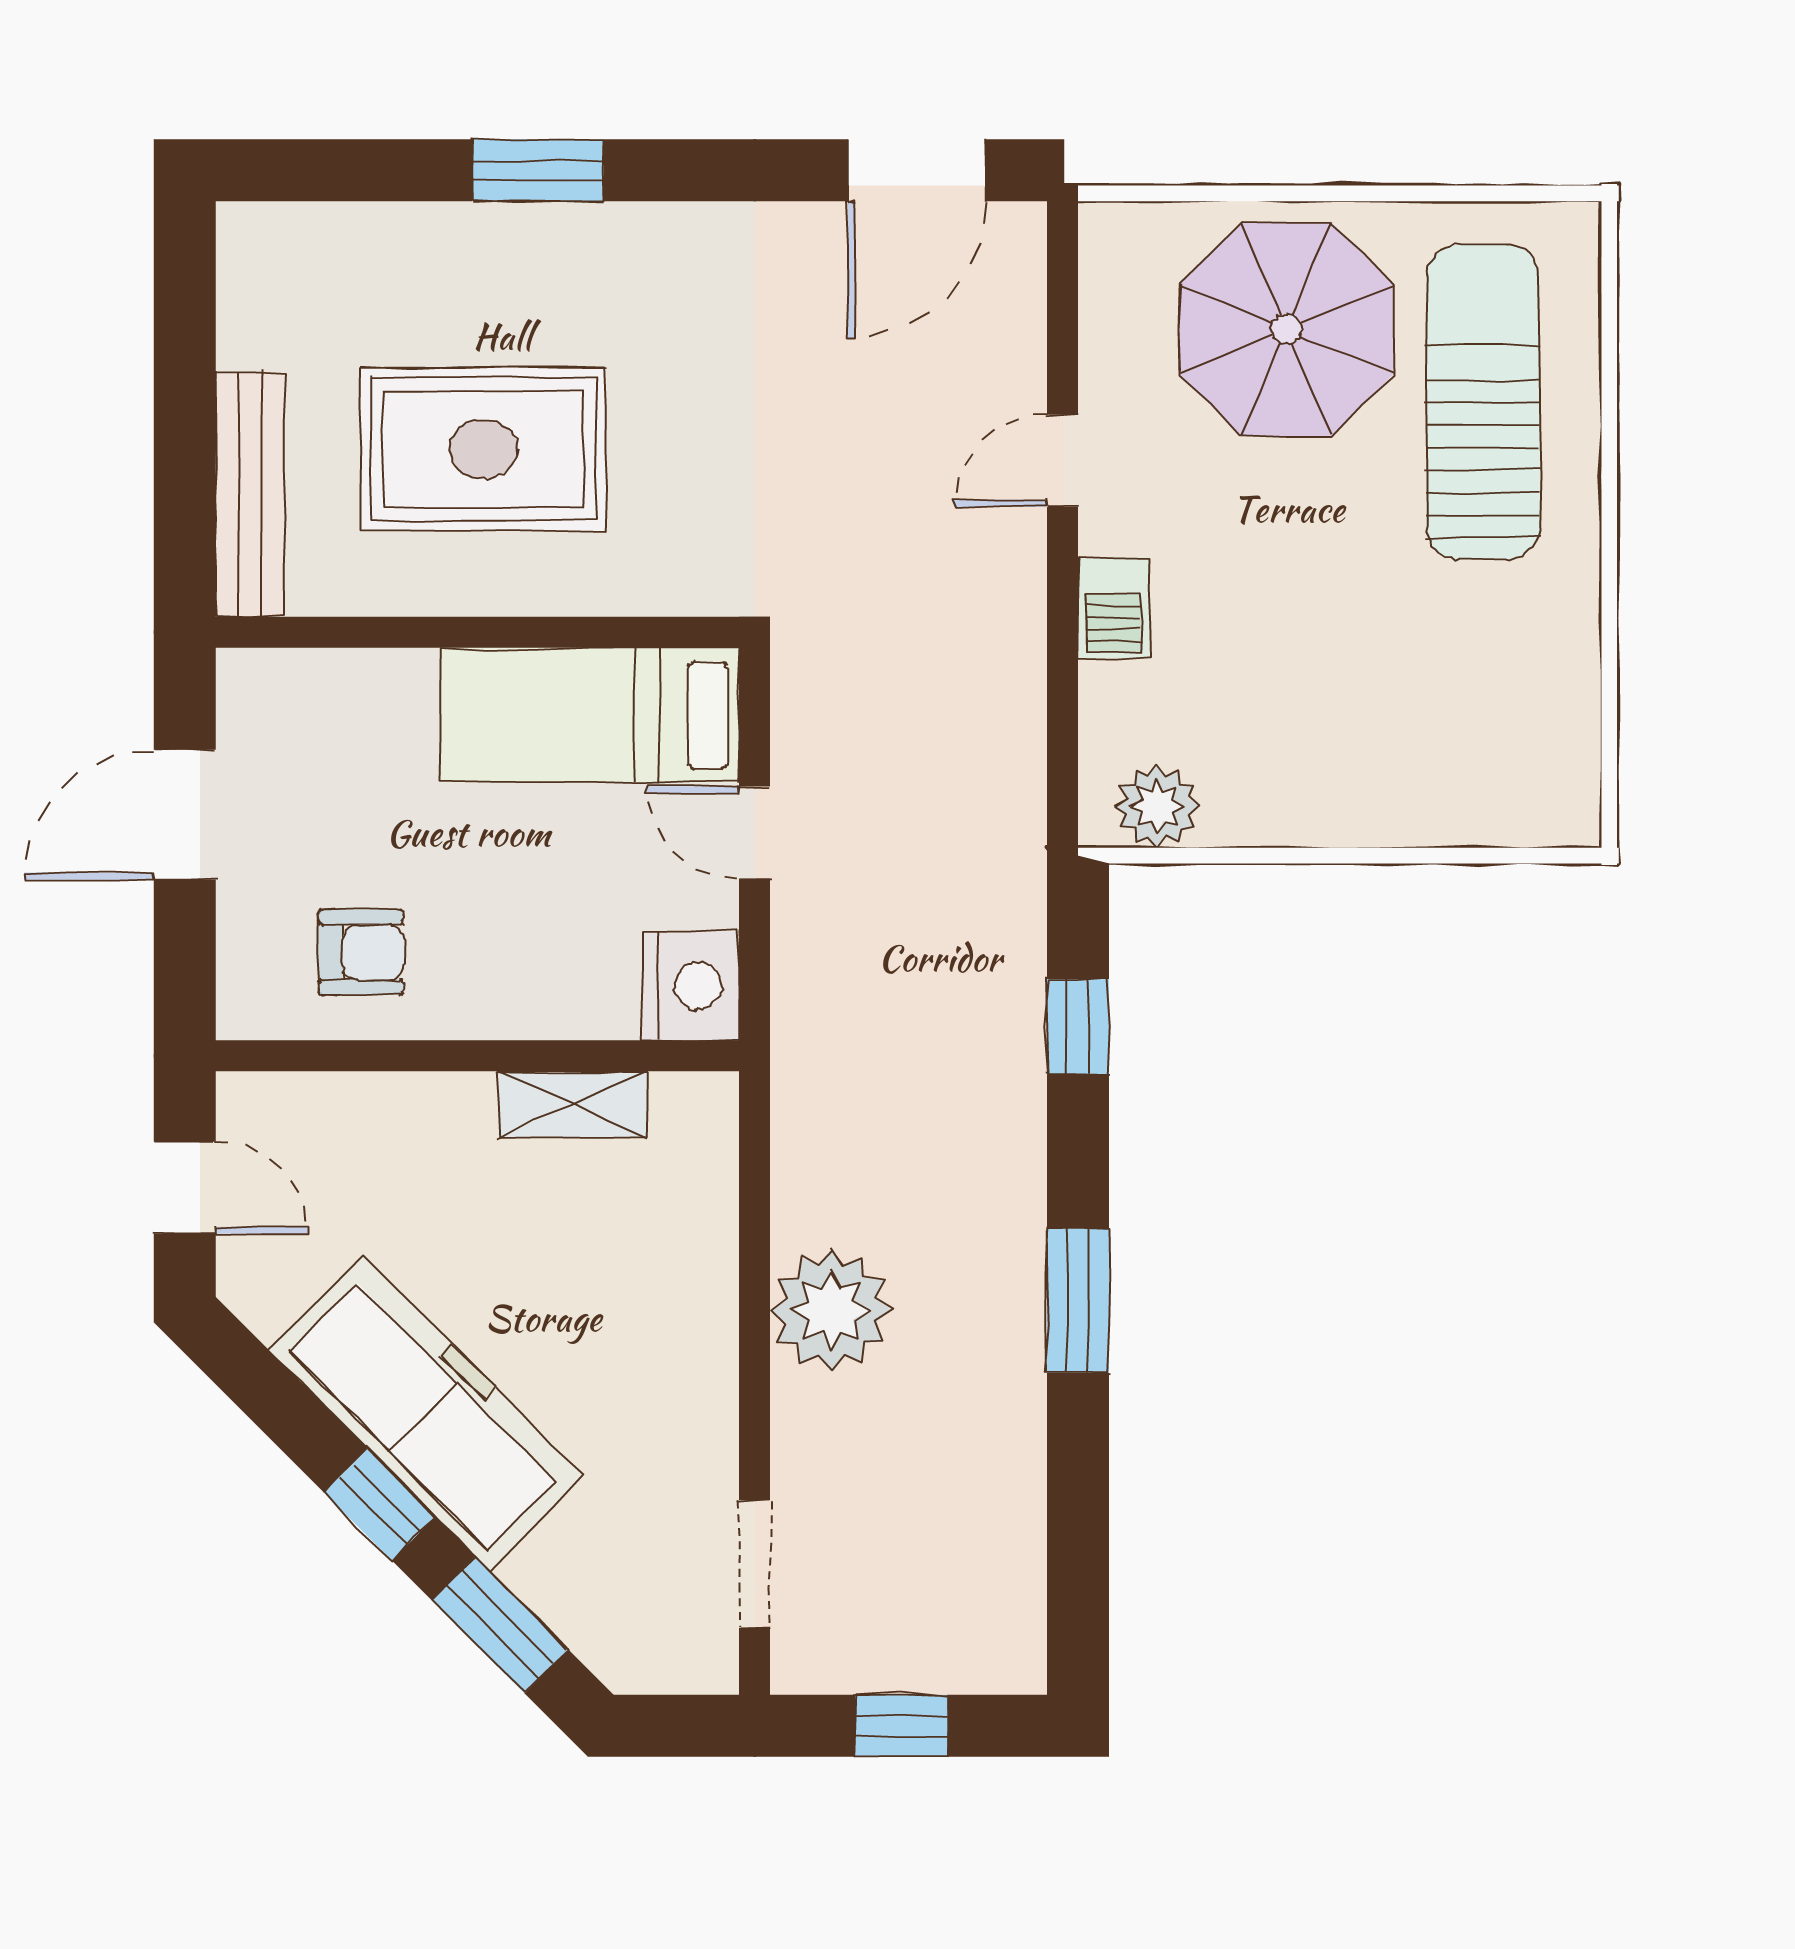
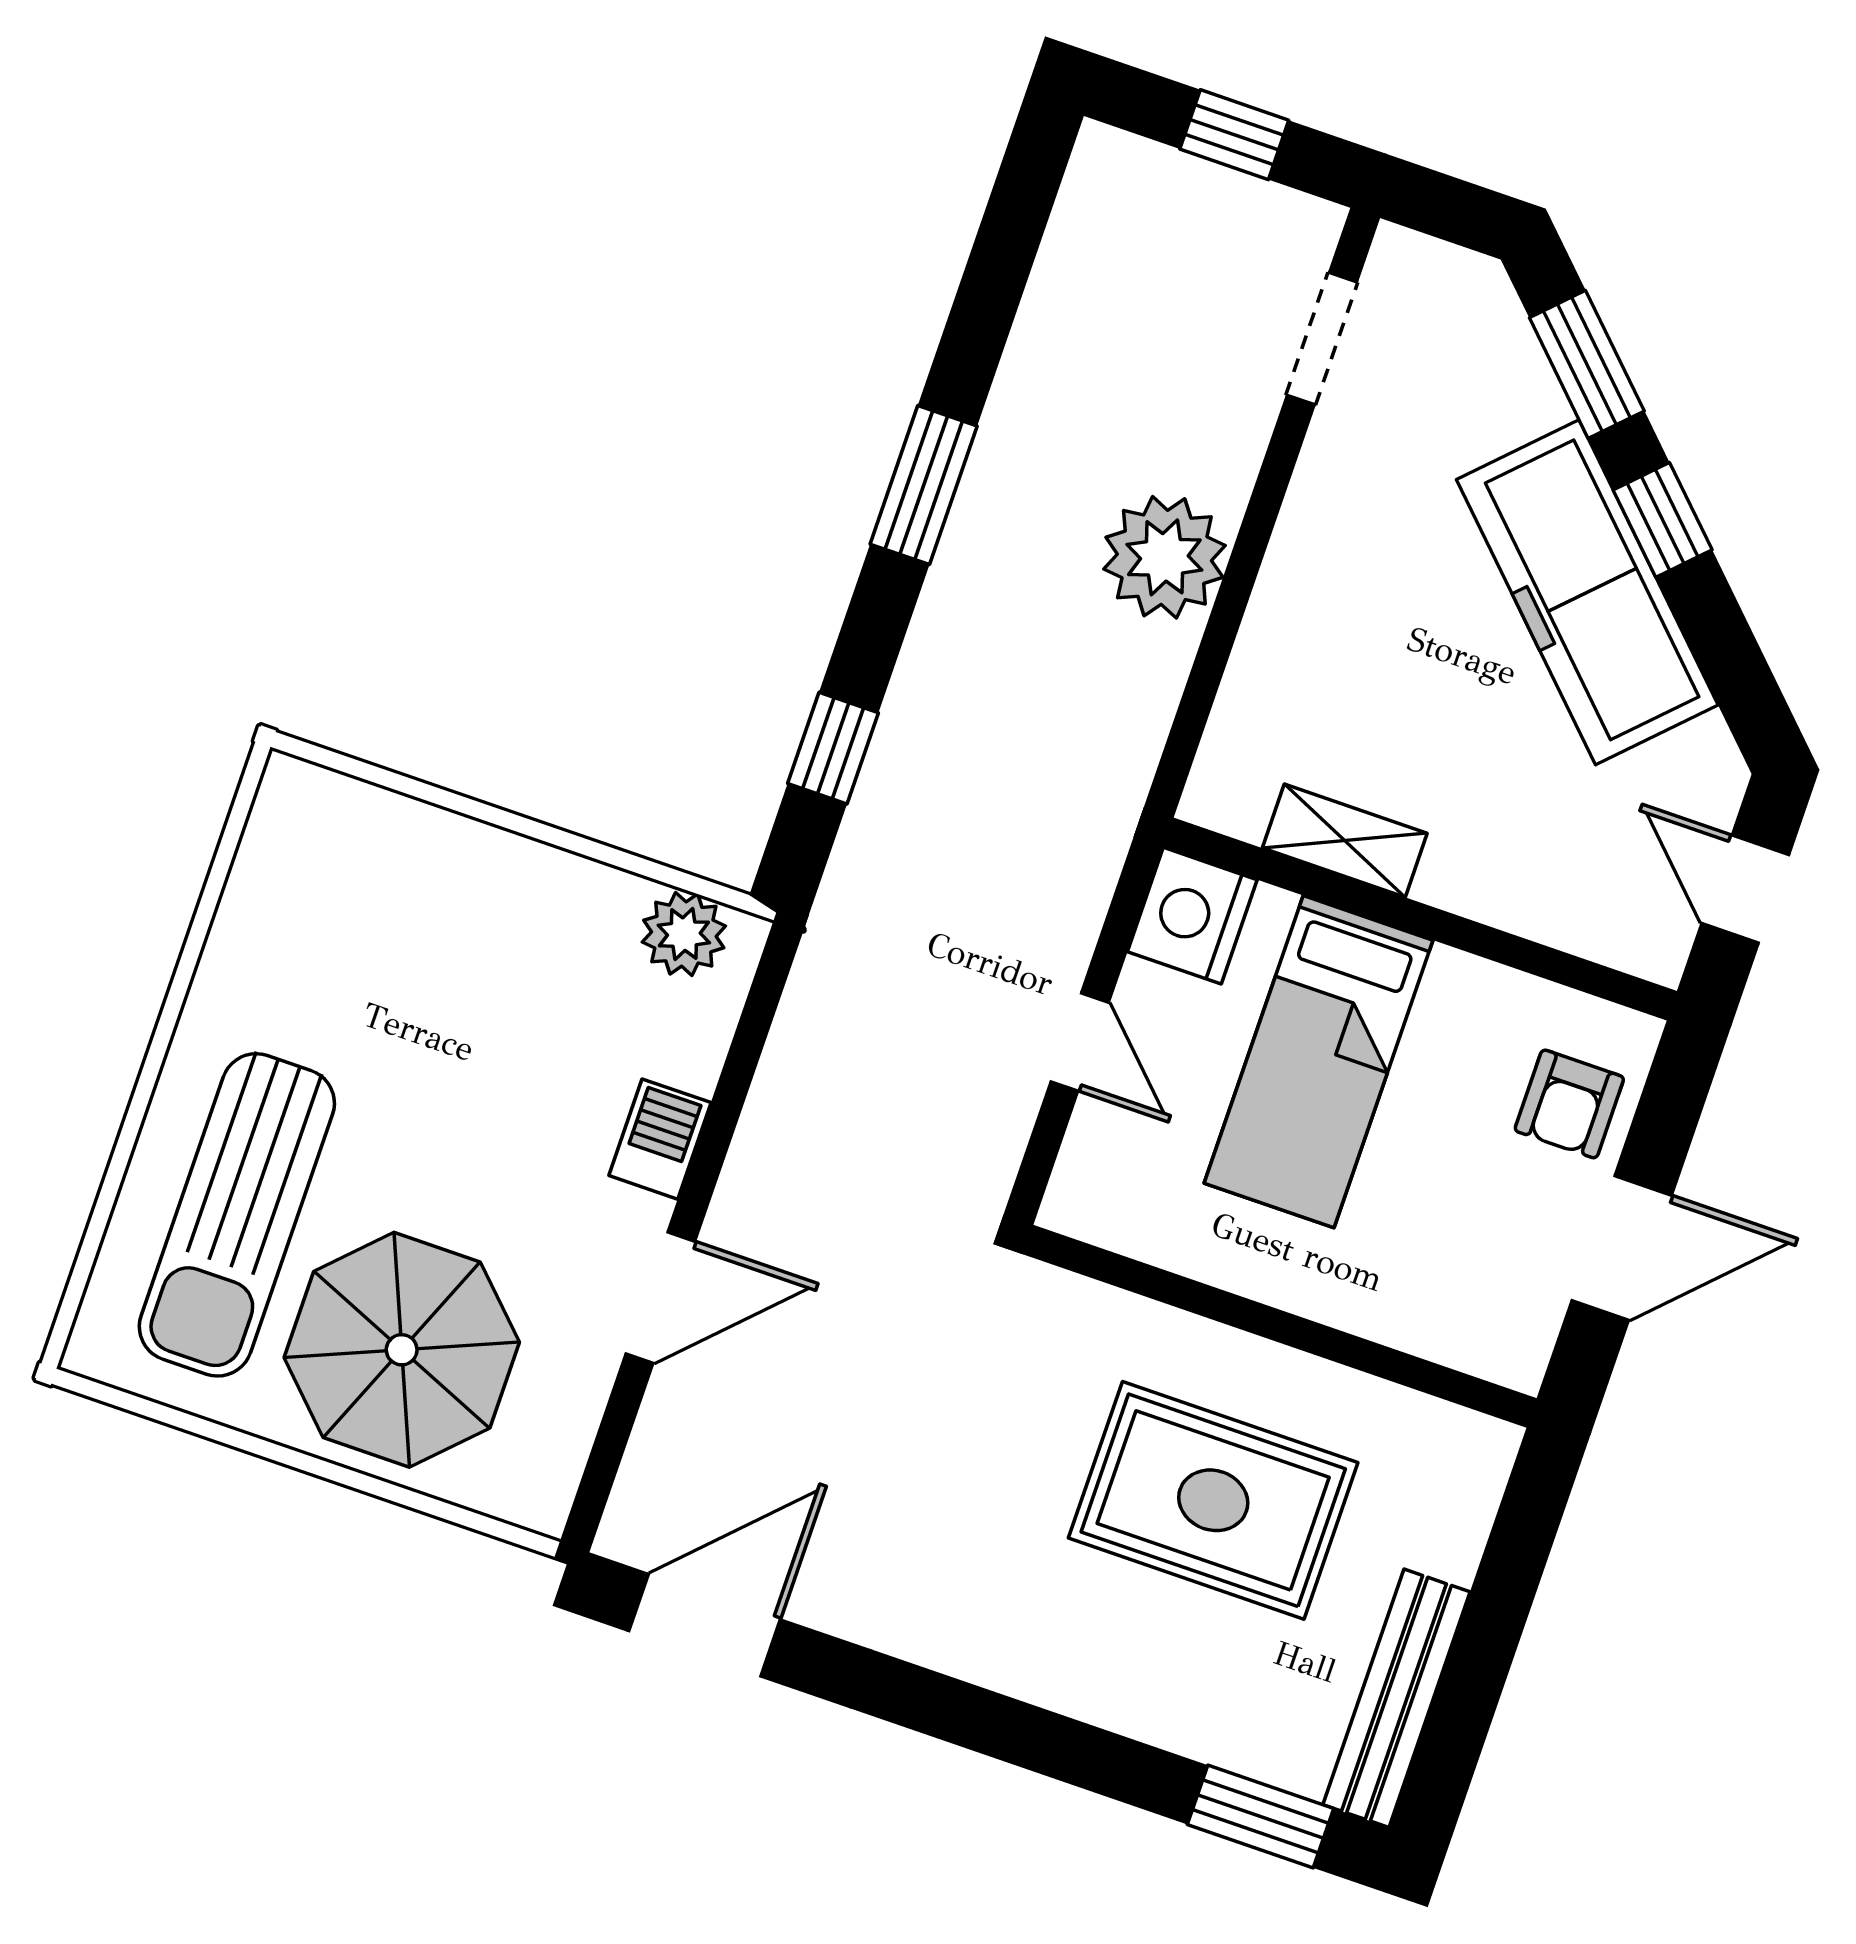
window: (538, 170) -> (1261, 1817), moved
door: (1063, 461) -> (660, 1298), width x1.38
bench: (250, 494) -> (1396, 1698), moved
bed: (589, 715) -> (1319, 1062), moved, turned 90
armchair: (361, 952) -> (1569, 1104), moved, turned -90

